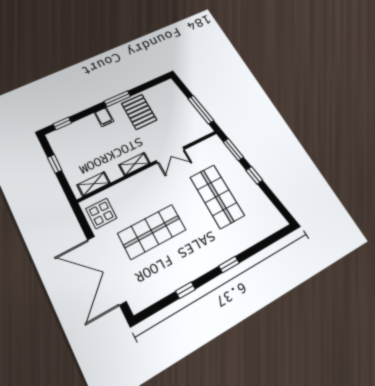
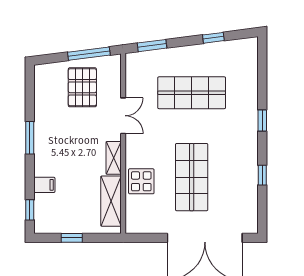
pallet: (139, 112) -> (82, 87), moved, turned 90
filing cabinet: (104, 117) -> (44, 185), moved
window: (254, 175) -> (213, 38), moved
shelving: (94, 184) -> (111, 201), width x1.50, depth x1.33
display table: (101, 213) -> (141, 181), moved

